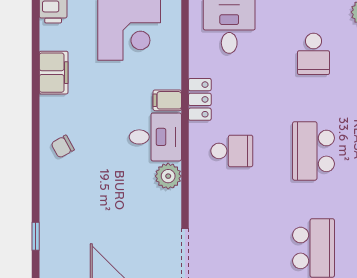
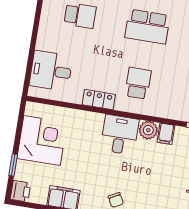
filing cabinet: (167, 100) -> (166, 134), moved

